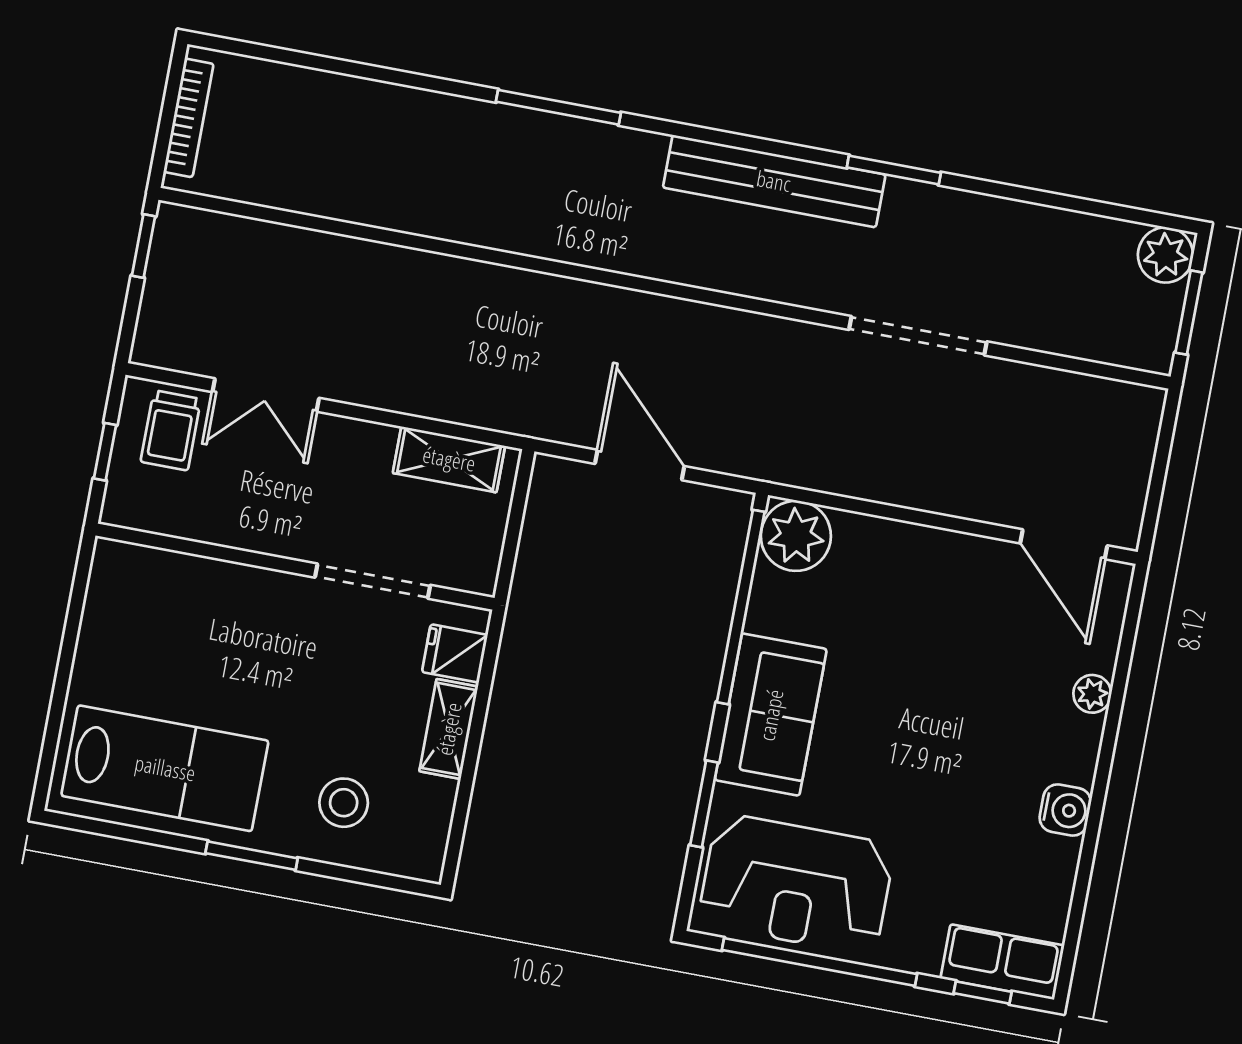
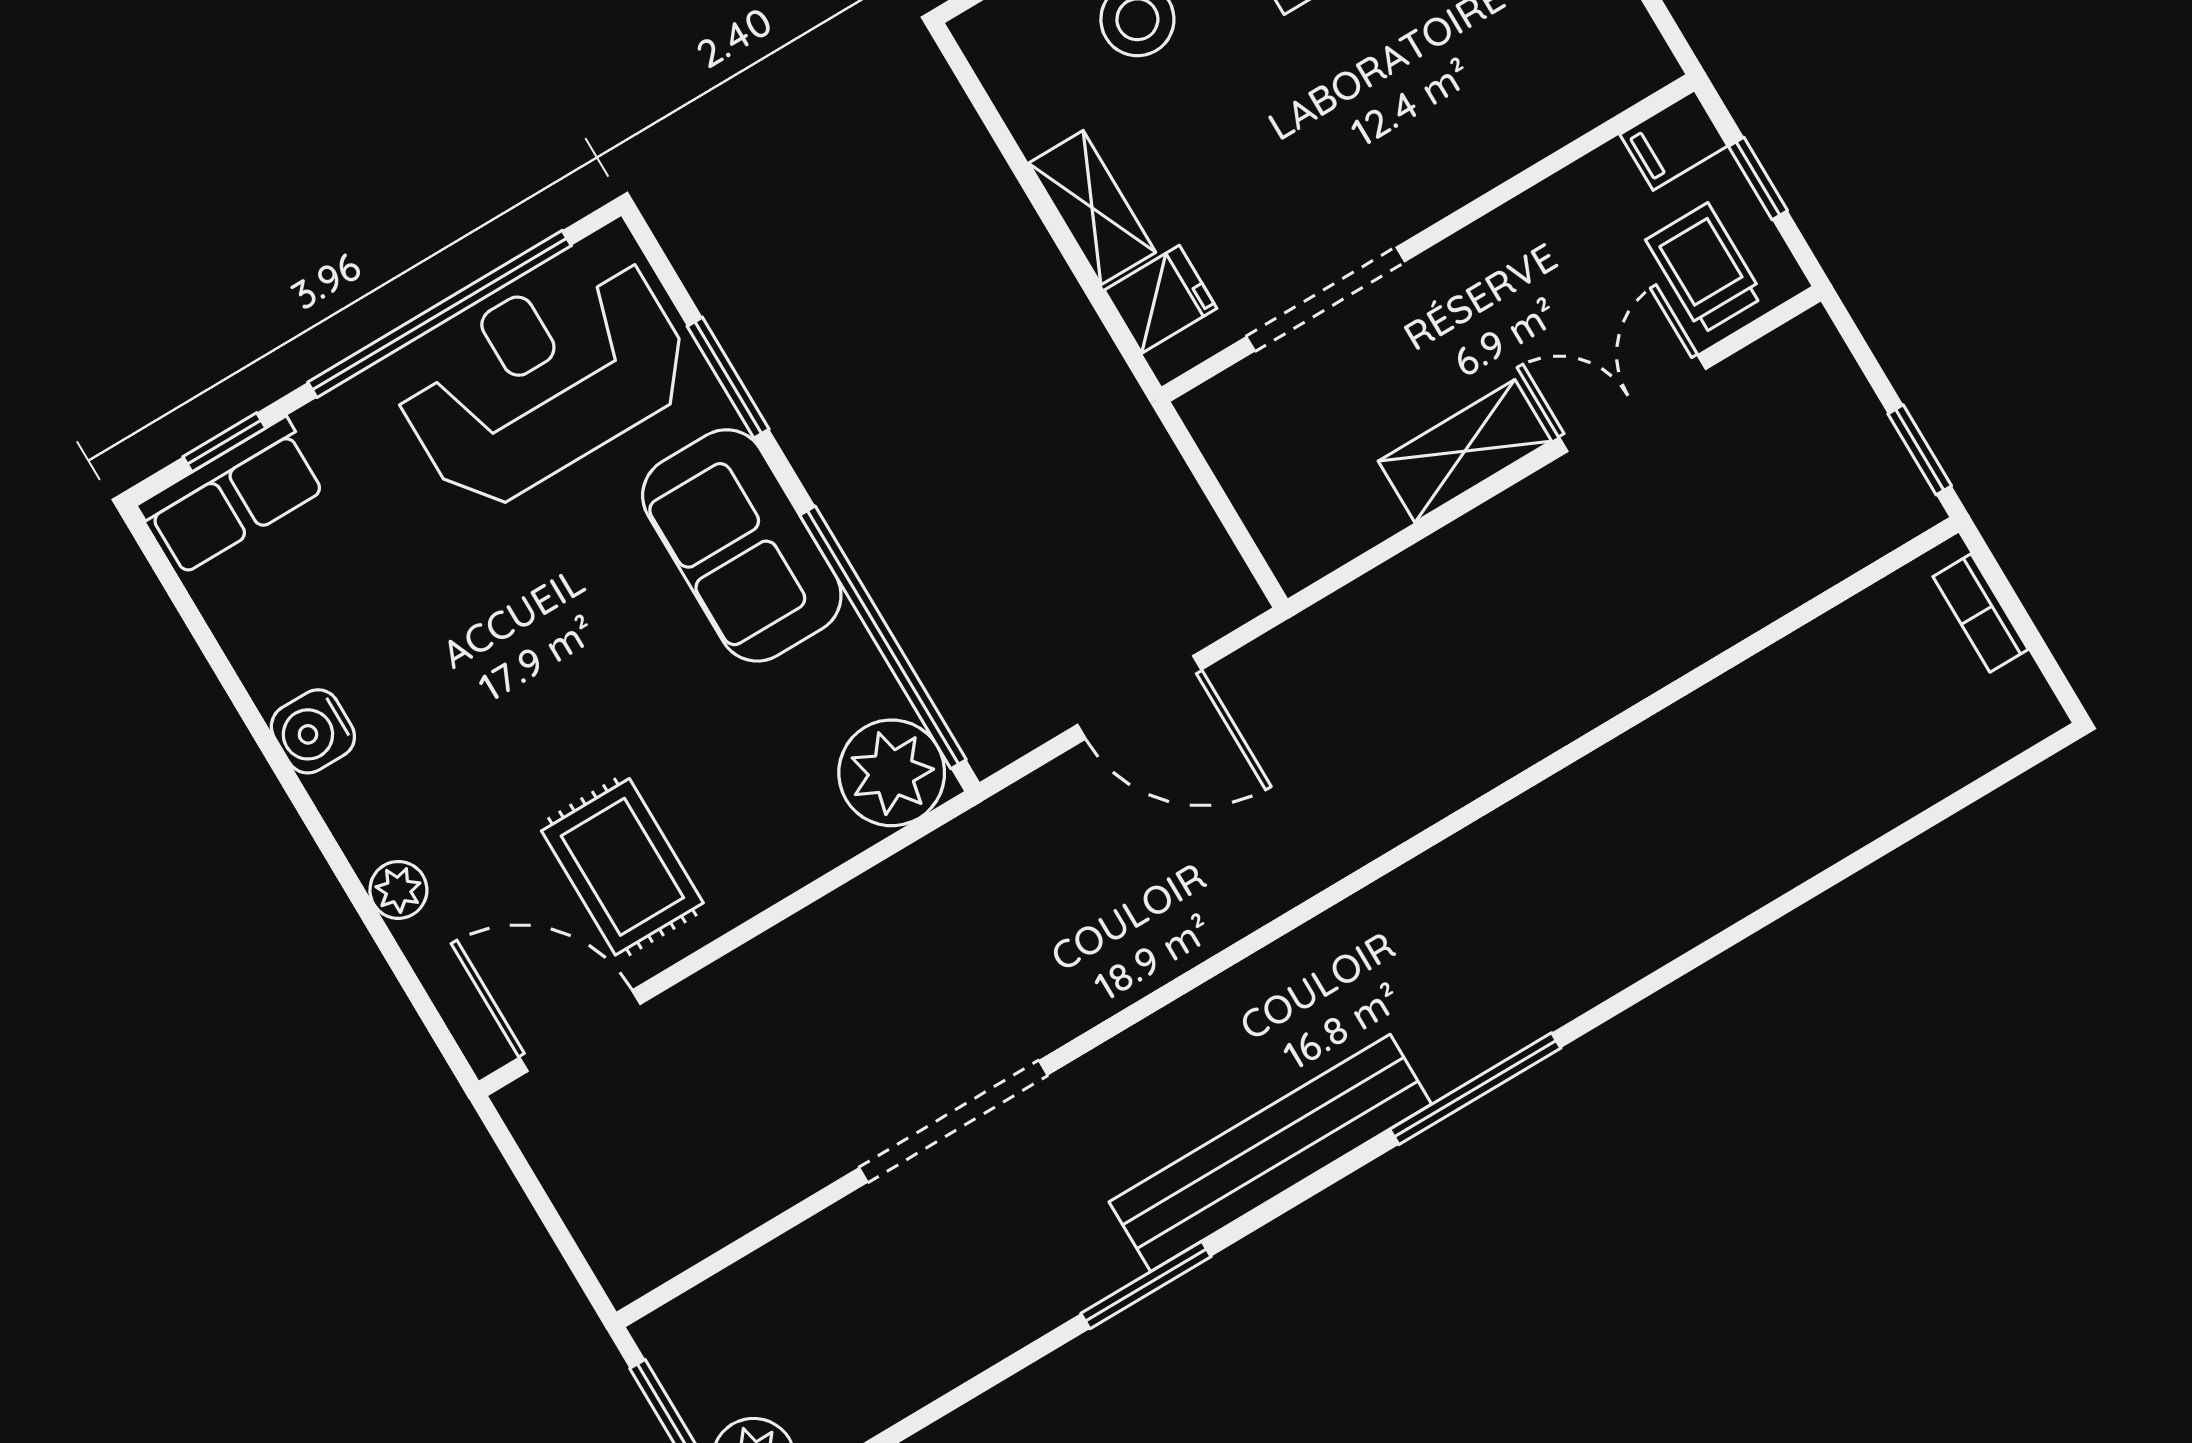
window: (558, 107) -> (1475, 1089), moved
bookcase: (189, 118) -> (1981, 613), width x0.64
shelving: (449, 459) -> (1465, 451), moved
filing cabinet: (130, 508) -> (1674, 140), added
rug: (971, 607) -> (622, 867), added

